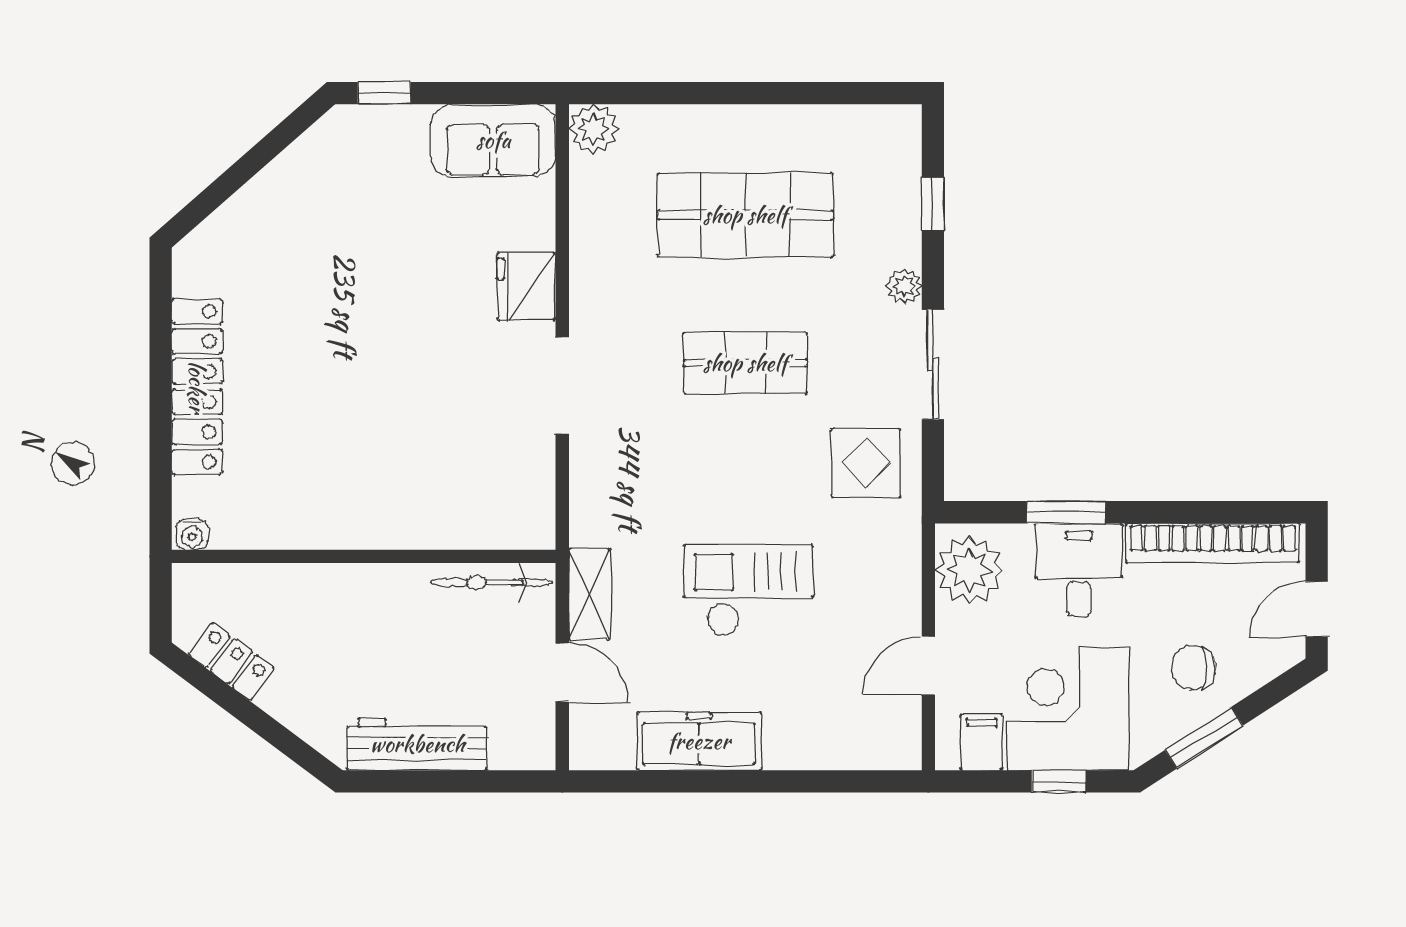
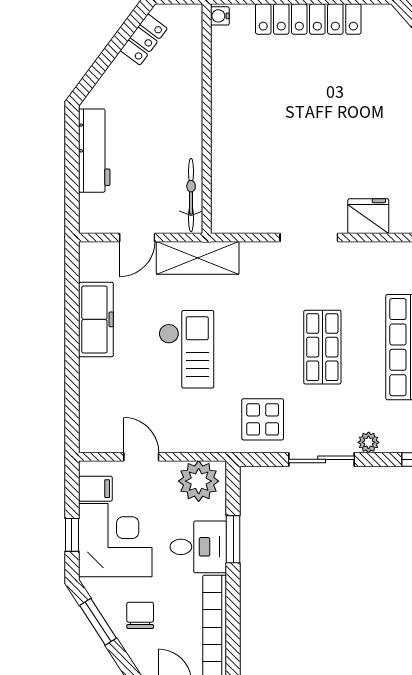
shelving: (589, 594) -> (198, 258), width x1.50, depth x1.33

